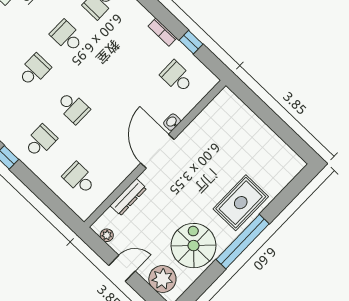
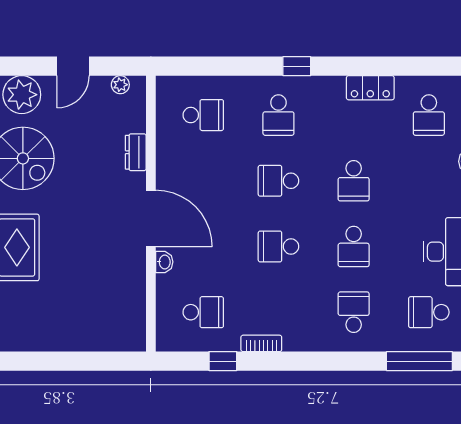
school desk: (67, 36) -> (354, 246), turned 90
school desk: (106, 74) -> (278, 246), added
dresser: (128, 197) -> (136, 152), width x0.70

